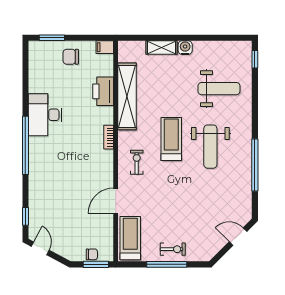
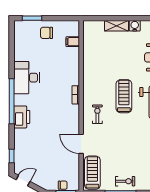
filing cabinet: (105, 47) -> (73, 42), moved
printer: (103, 91) -> (22, 117), moved, turned 180
shelving: (127, 96) -> (90, 63), removed
door: (116, 201) -> (81, 144), hinge flipped
door: (40, 248) -> (23, 181), hinge flipped

